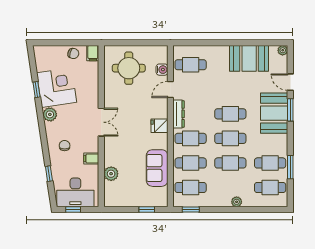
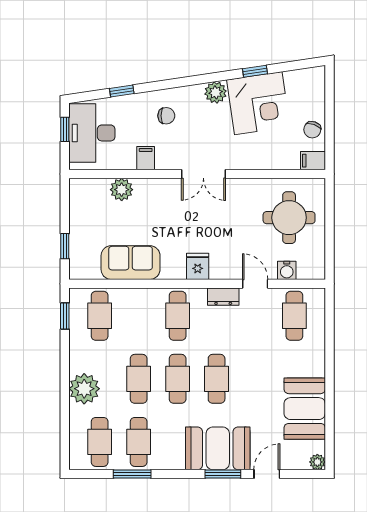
dresser: (178, 114) -> (223, 297), width x0.70
cafe table: (191, 163) -> (139, 316), removed
plant: (237, 202) -> (84, 389), width x1.88, depth x1.88

